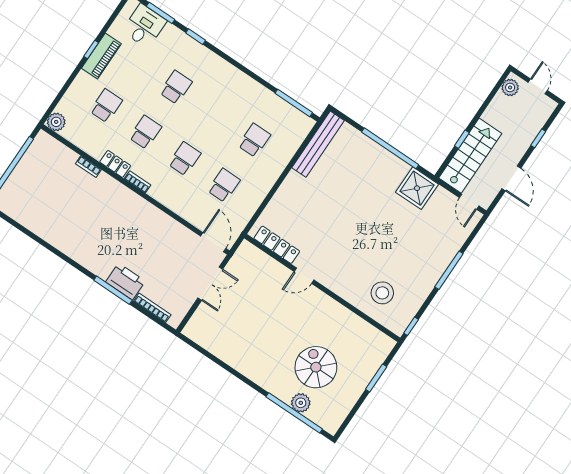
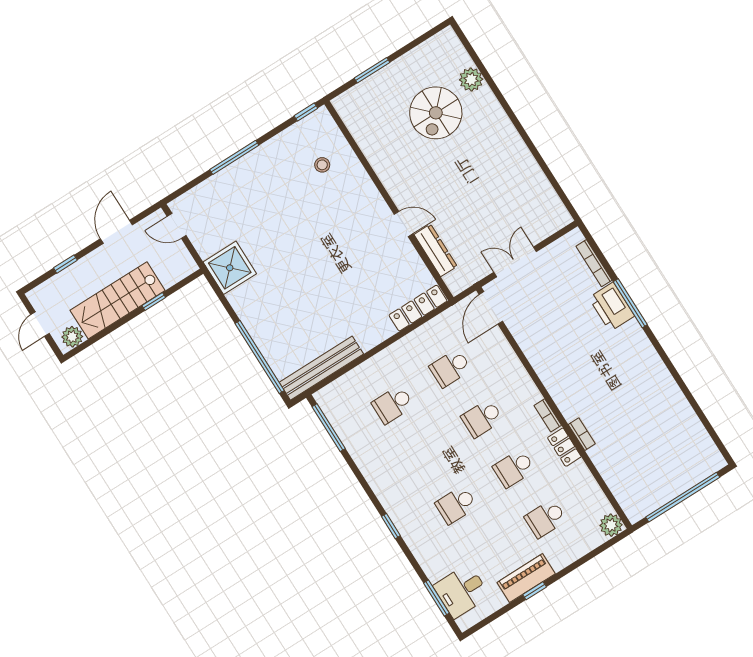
window: (196, 37) -> (391, 526), moved
window: (390, 148) -> (260, 357), moved
stairs: (470, 156) -> (118, 300), moved
bookcase: (88, 167) -> (582, 434), moved
door: (469, 202) -> (177, 226), swing flipped
locker: (277, 245) -> (418, 308), moved, turned 90
dresser: (272, 267) -> (436, 250), added
stool: (382, 293) -> (322, 165), width x0.53, depth x0.53
window: (294, 413) -> (484, 71), removed

